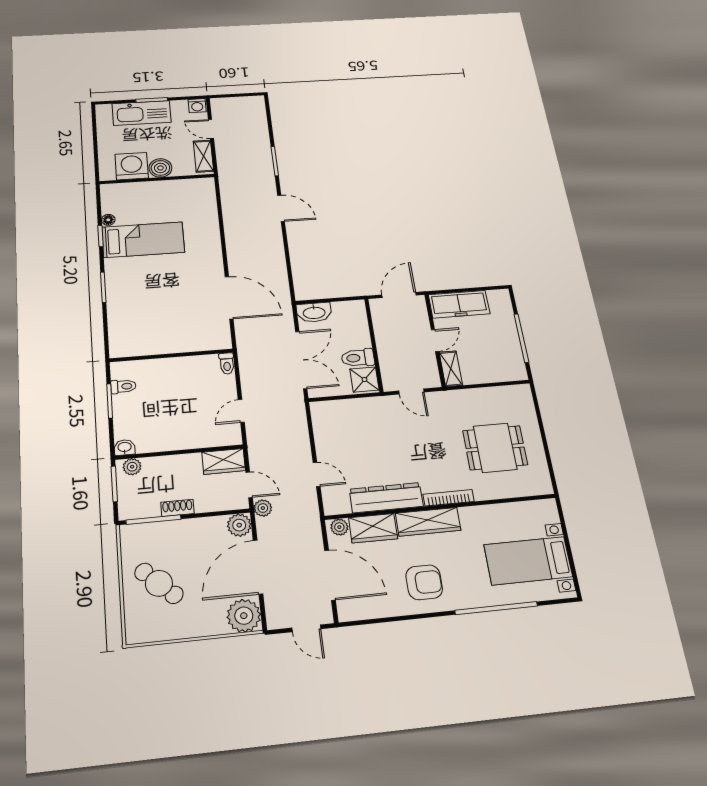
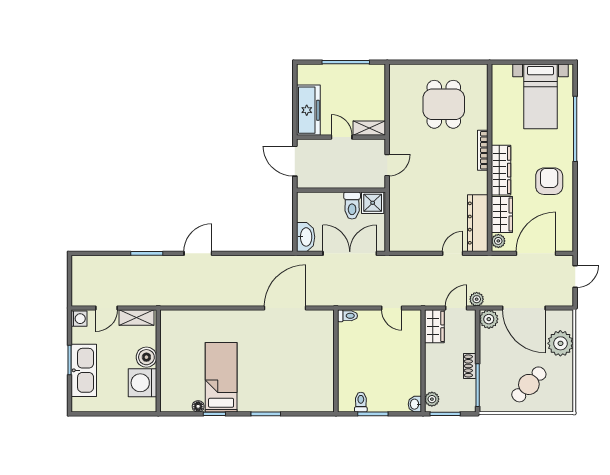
dresser: (386, 498) -> (478, 223), moved
plant: (244, 616) -> (560, 343), moved

